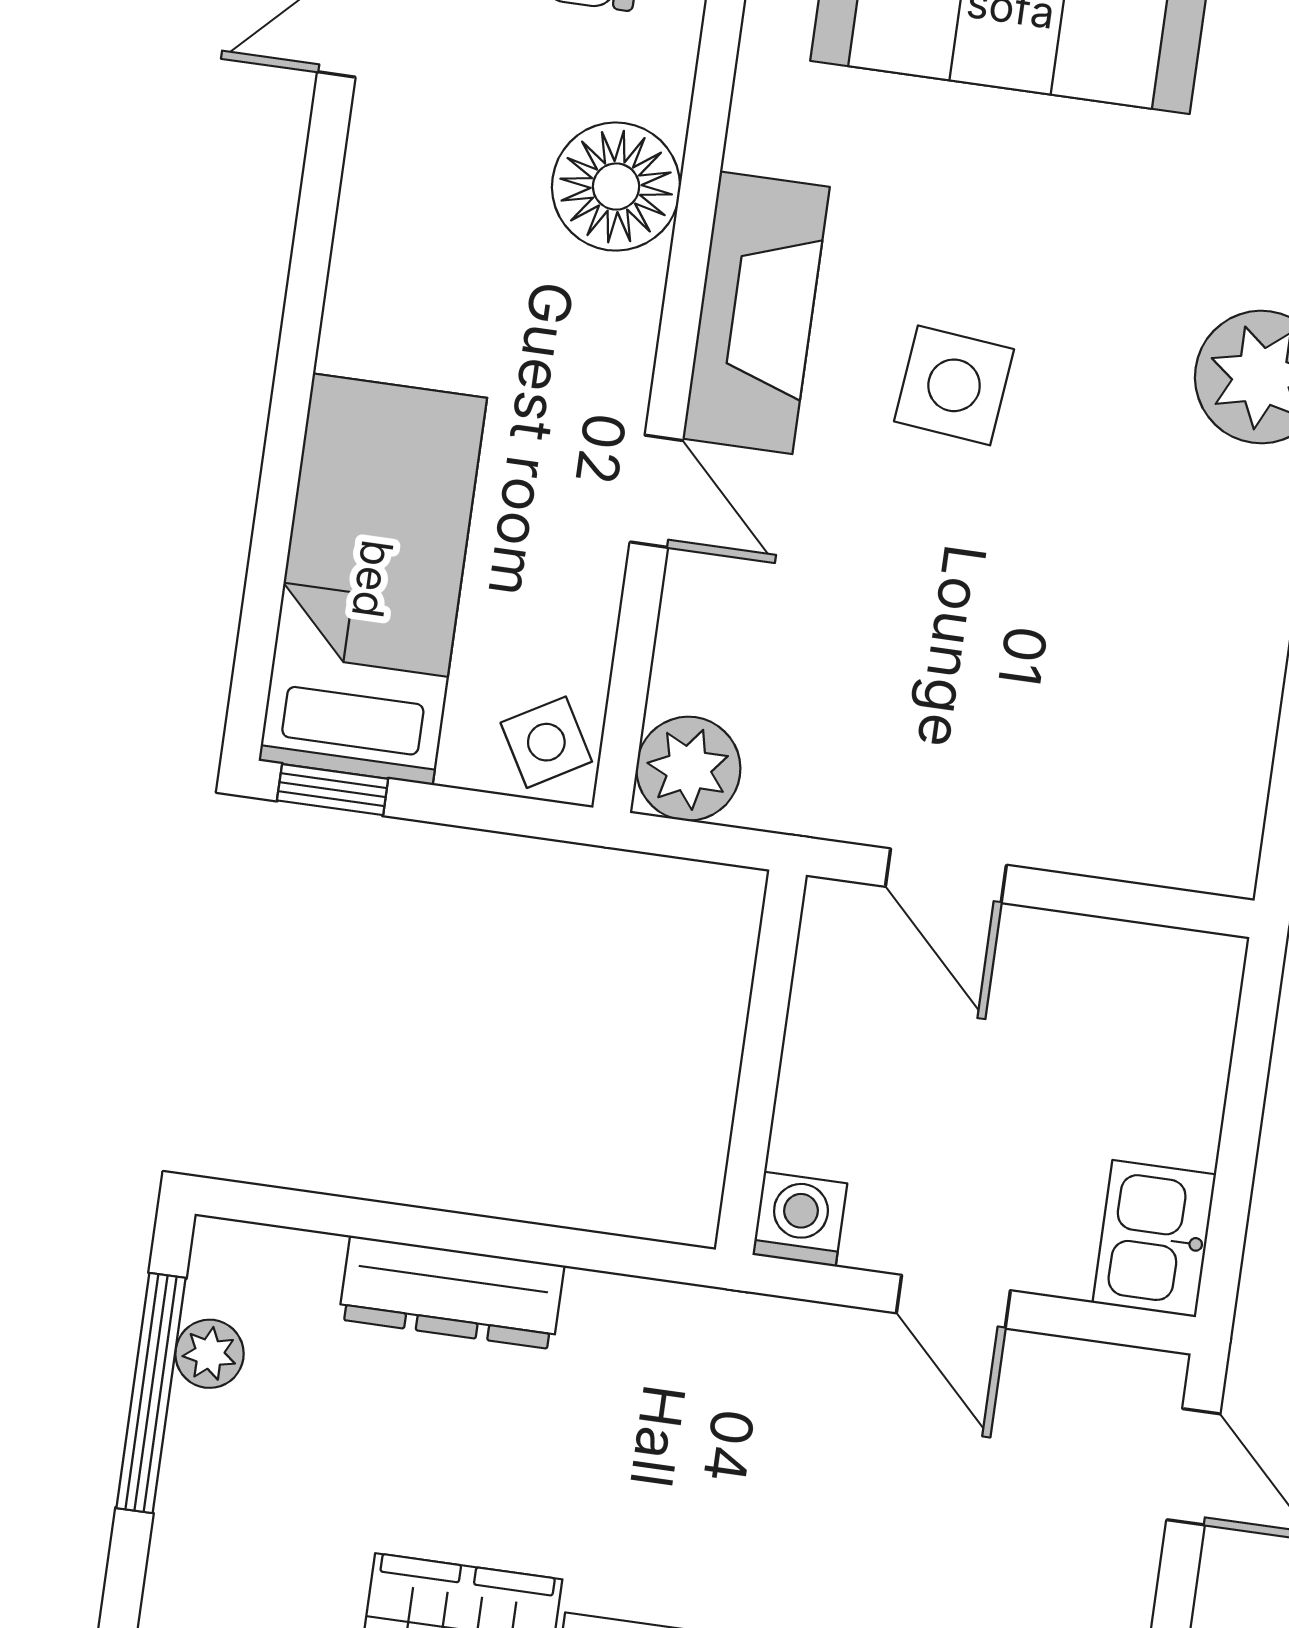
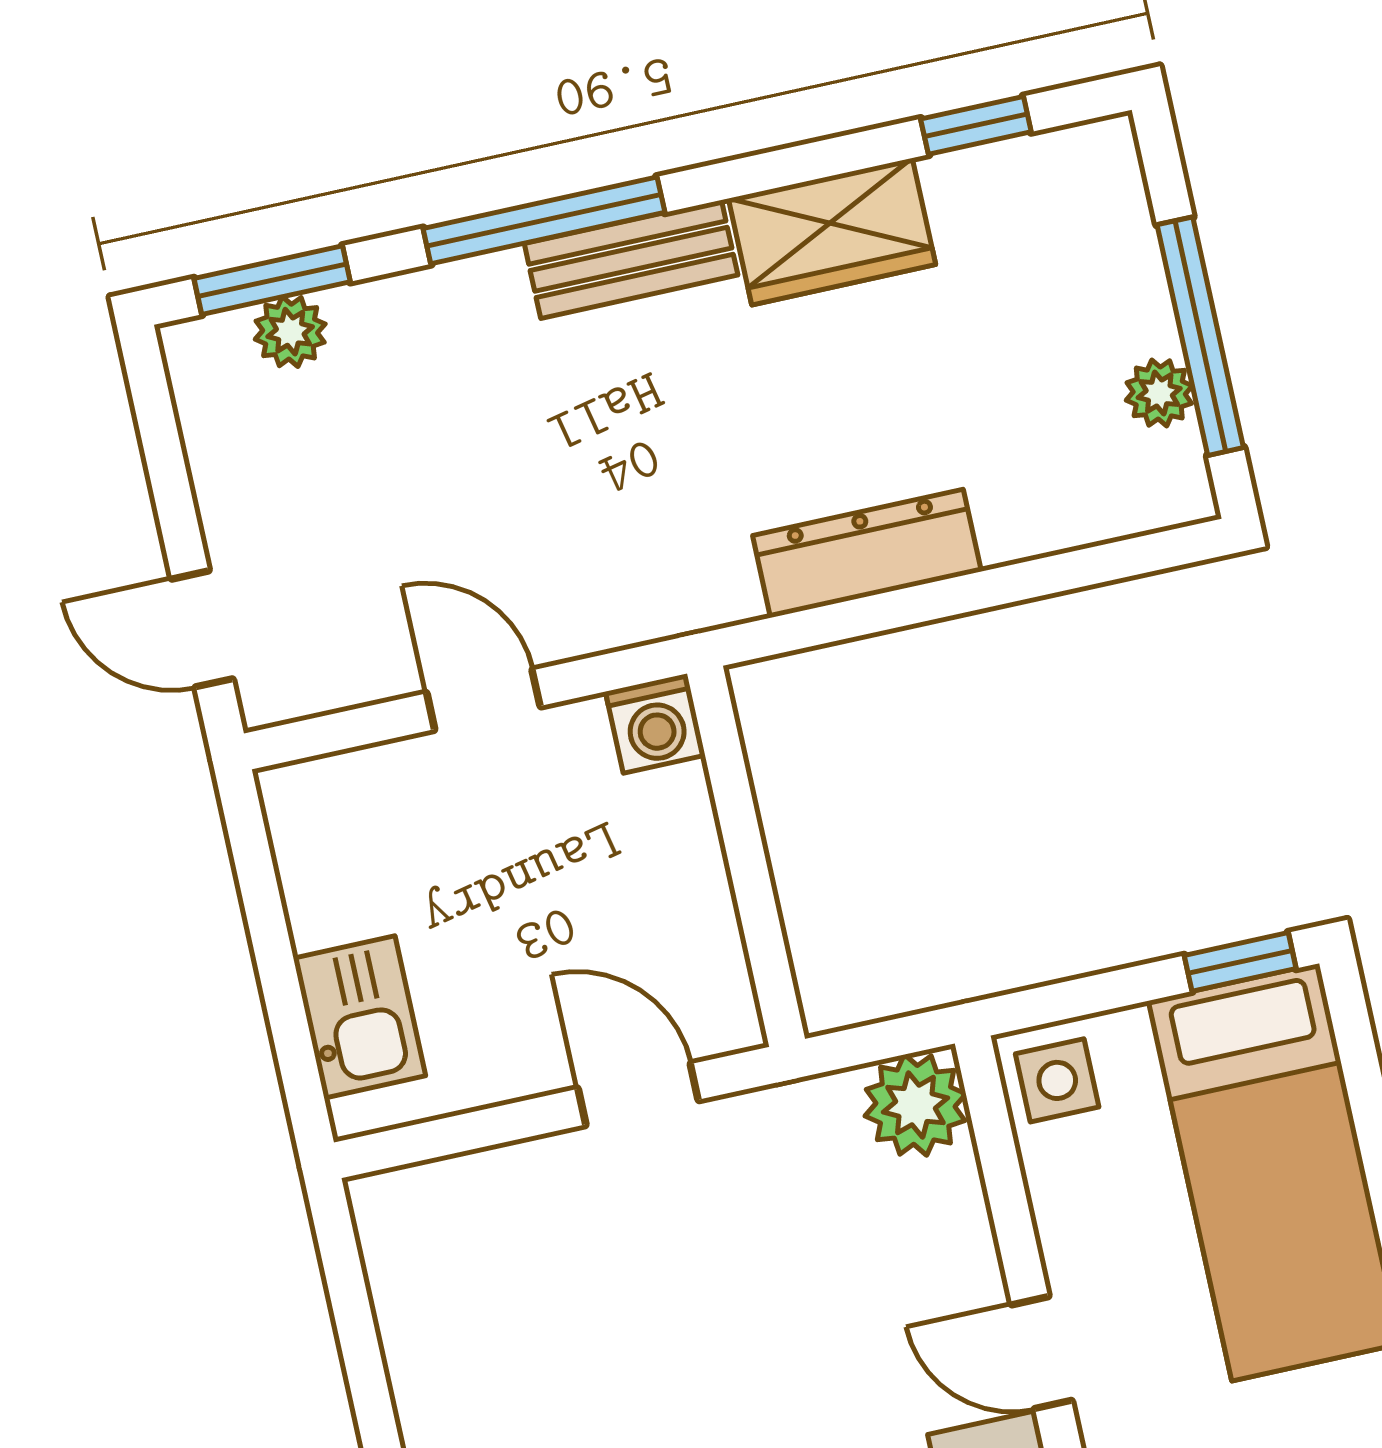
side table: (546, 742) -> (1057, 1080), turned 30
kitchen sink: (1154, 1239) -> (359, 1017), moved
dresser: (451, 1292) -> (867, 553), moved

